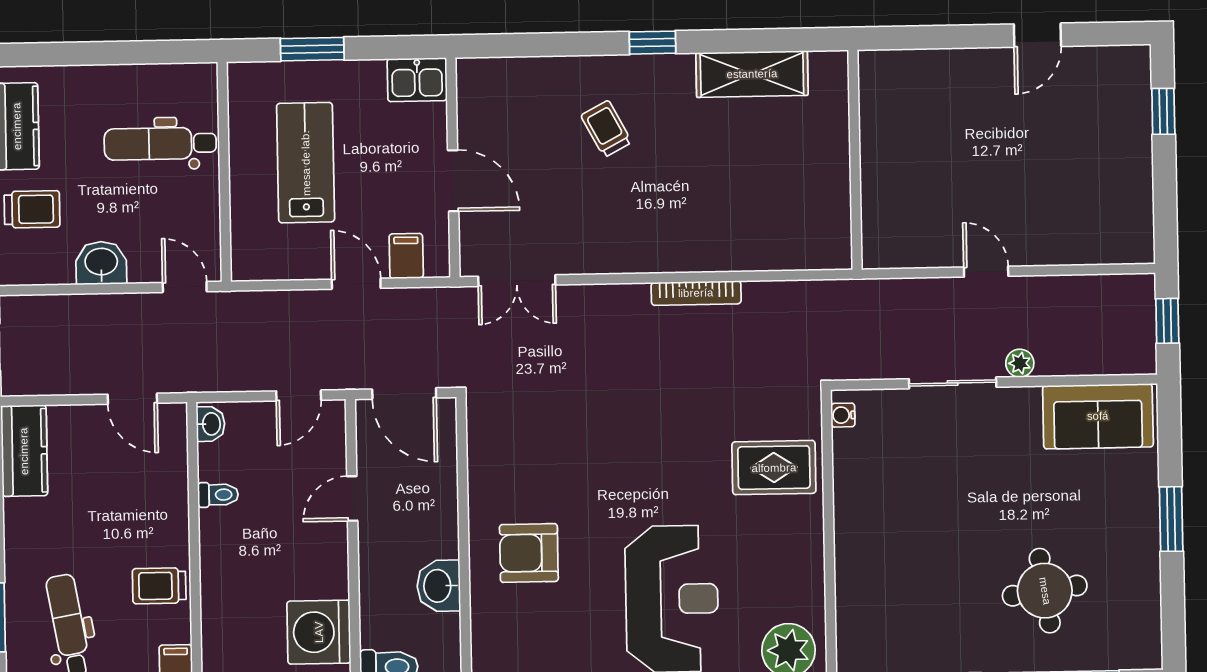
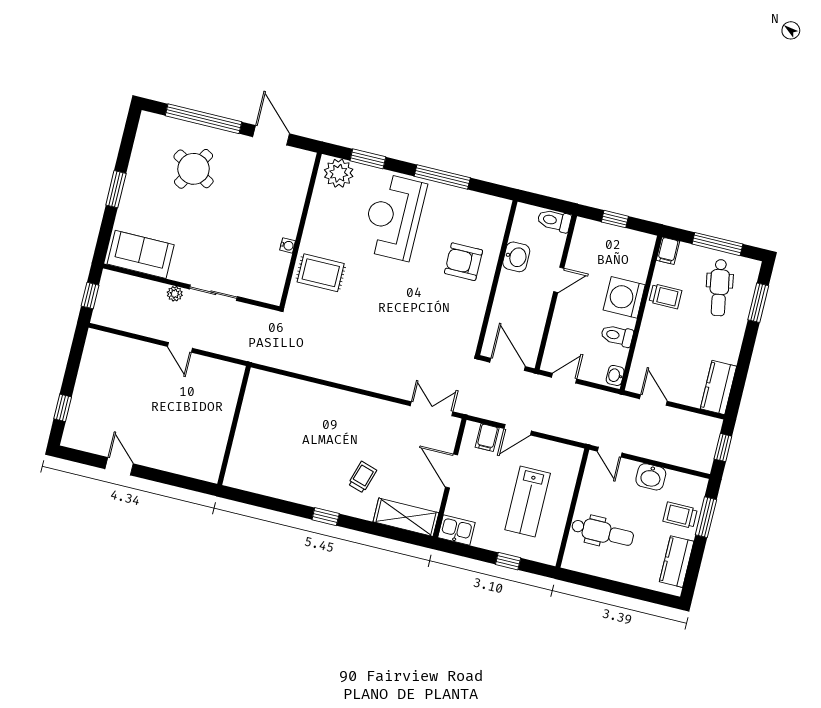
door: (1037, 35) -> (119, 466), hinge flipped
window: (312, 49) -> (508, 561), width x0.67
shelving: (752, 74) -> (406, 517), moved
trolley: (606, 129) -> (362, 477), turned -135
door: (356, 284) -> (518, 430), hinge flipped
bookcase: (696, 293) -> (338, 377), removed
water cooler: (843, 415) -> (288, 245), moved
toilet: (218, 495) -> (617, 336), width x1.37, depth x1.39
door: (352, 498) -> (559, 280), moved
armchair: (529, 553) -> (464, 262), turned 180
round table: (1045, 591) -> (194, 169), turned 38
washing machine: (319, 632) -> (624, 297), moved, turned 180

